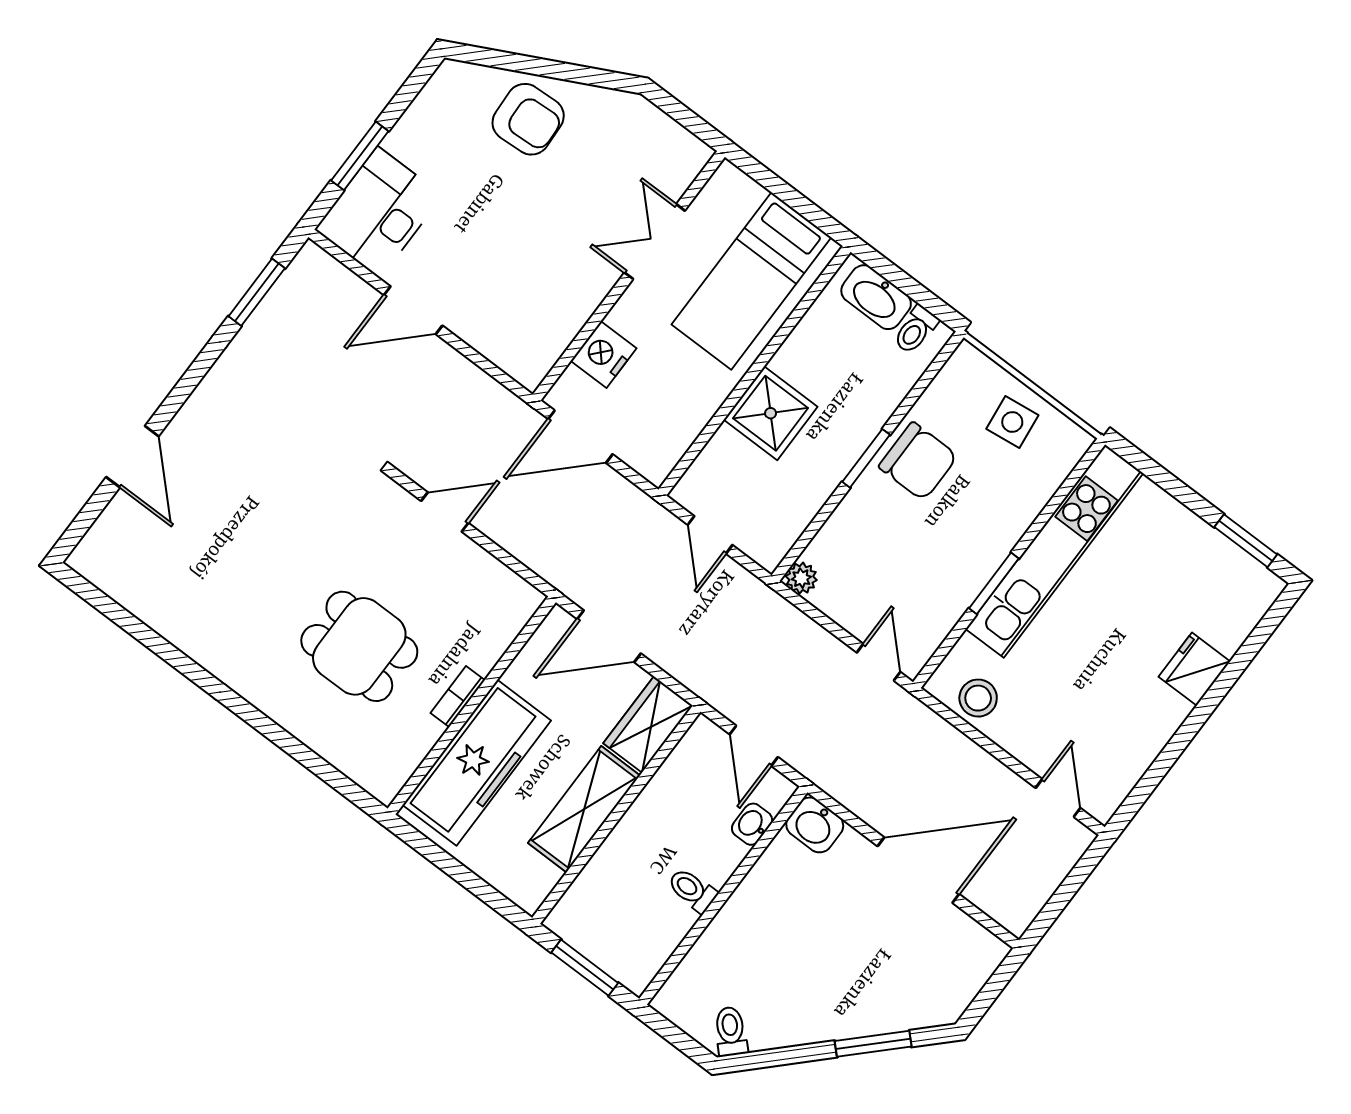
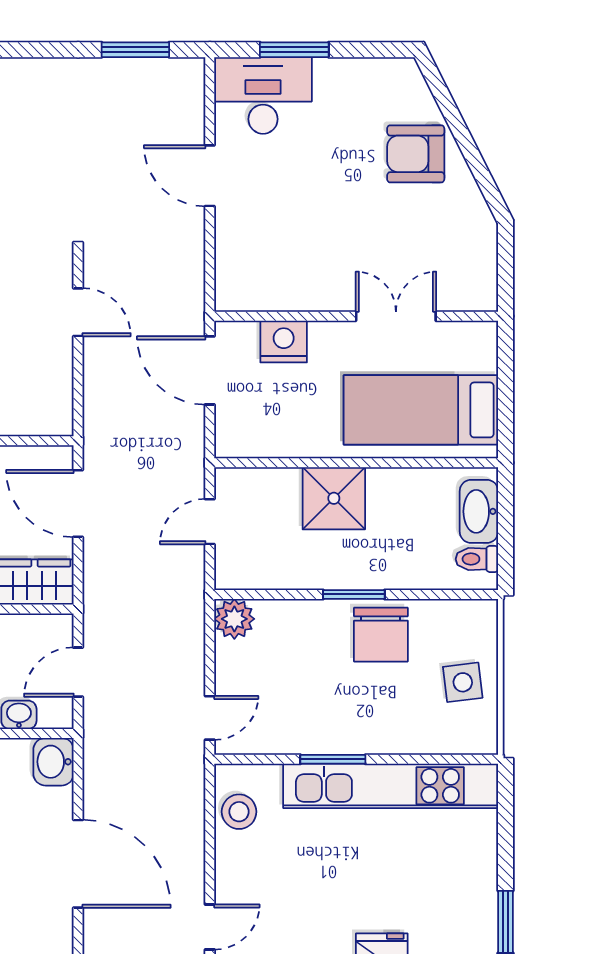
armchair: (528, 119) -> (416, 154), turned 93
plant: (801, 578) -> (234, 619), width x1.38, depth x1.38

